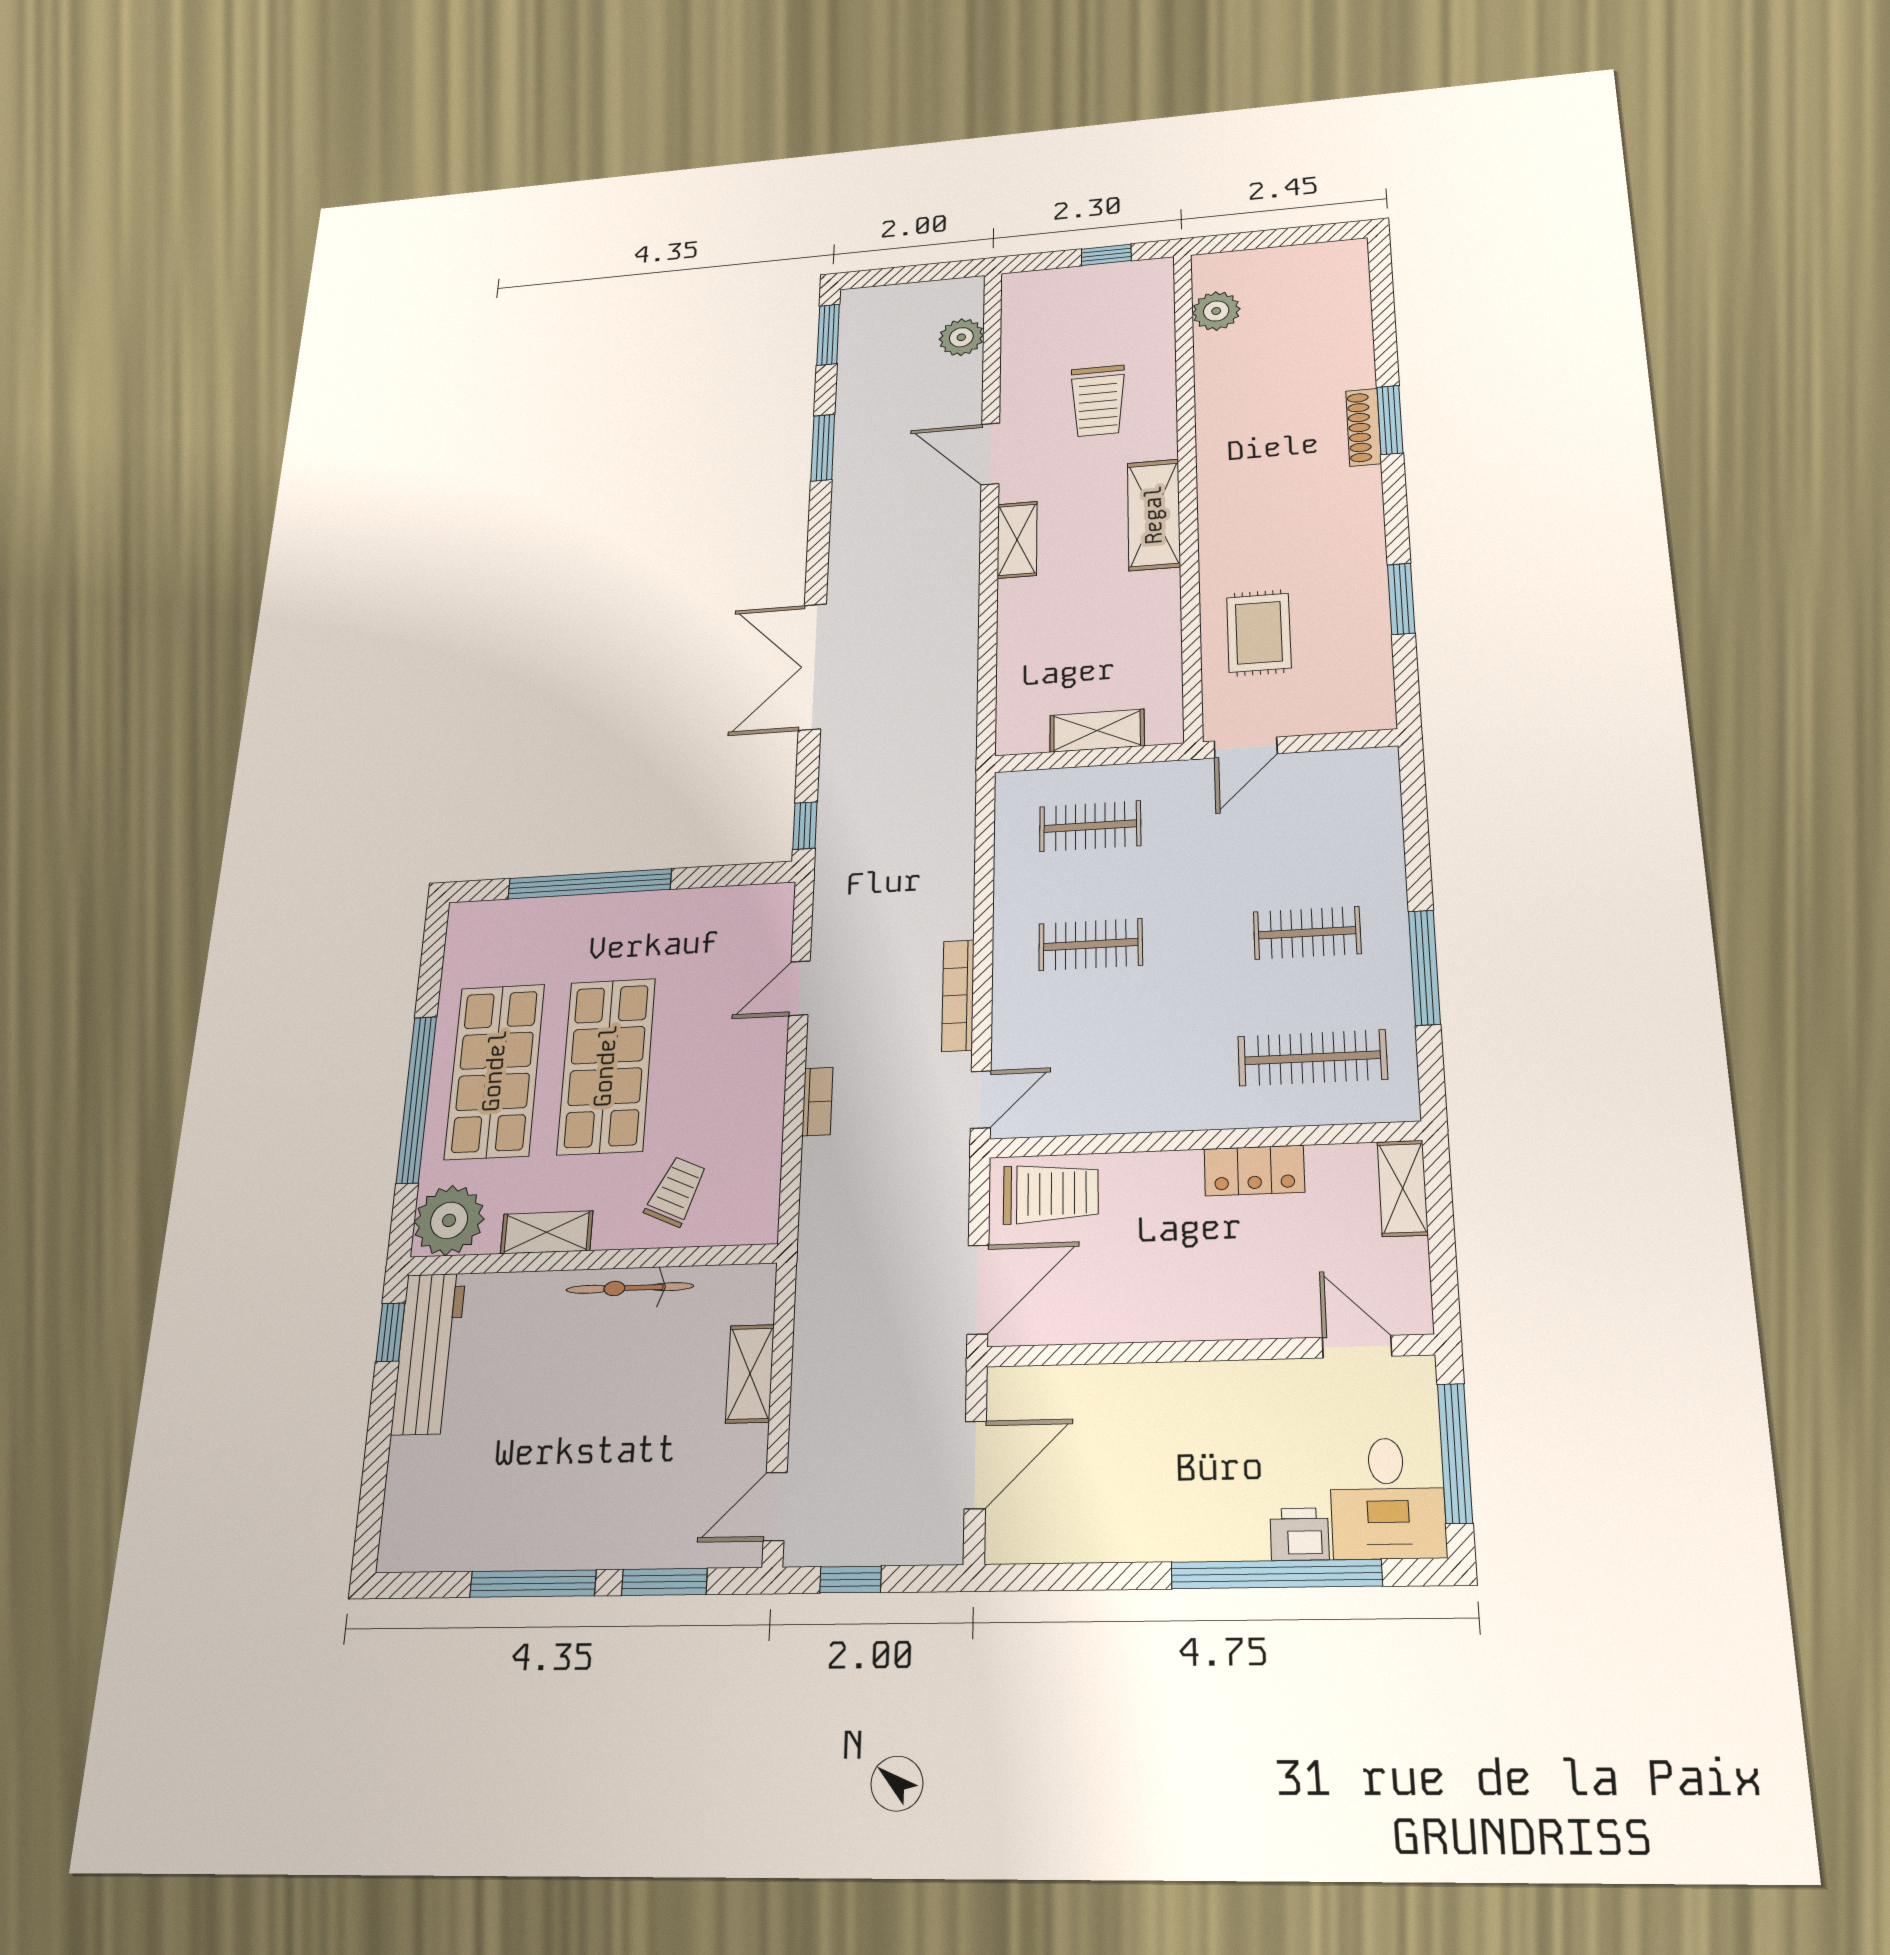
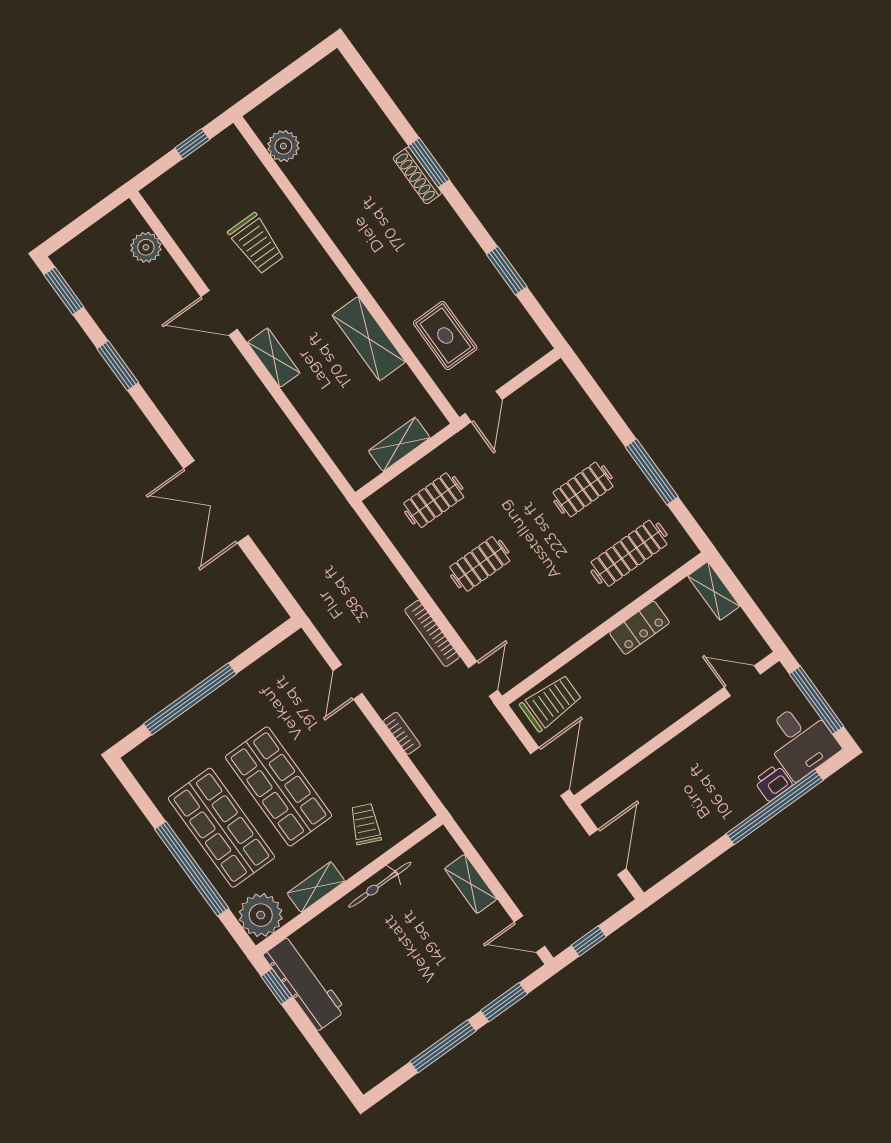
shelving: (1154, 515) -> (369, 339), moved
window: (805, 826) -> (282, 594), removed
door: (775, 1507) -> (530, 934), hinge flipped

